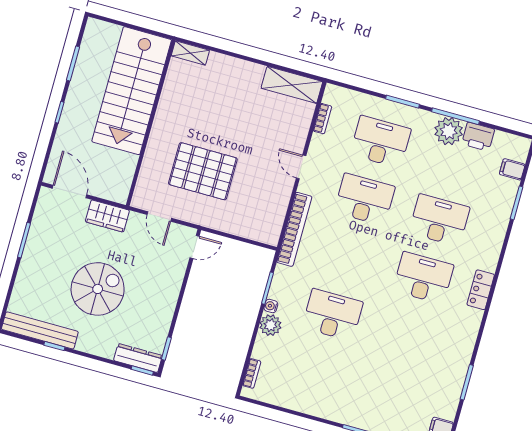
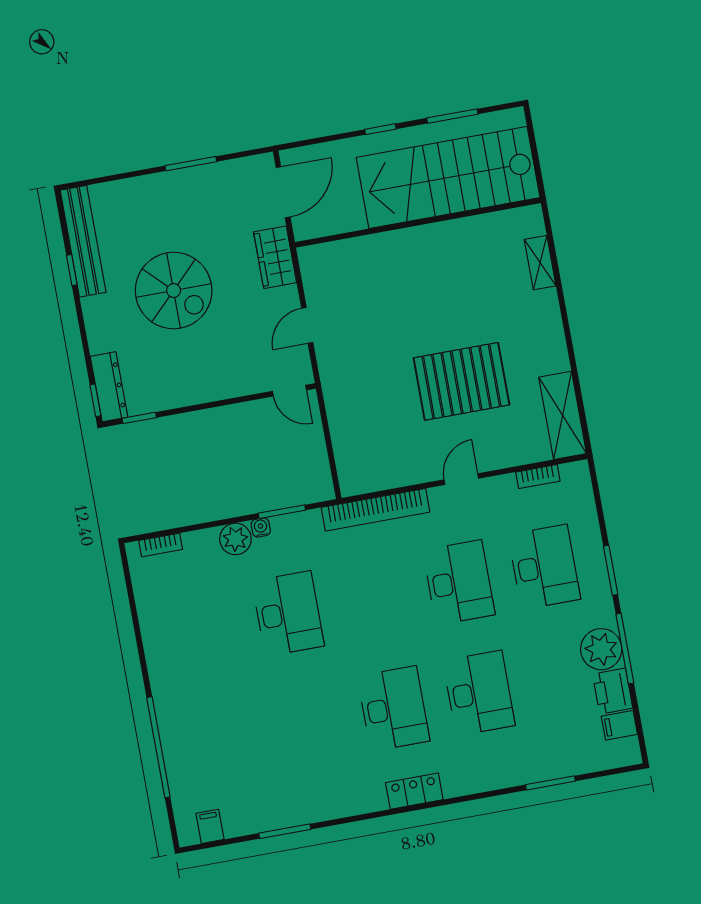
stairs: (132, 91) -> (448, 177), moved
wall: (151, 123) -> (418, 223), moved
filing cabinet: (512, 169) -> (619, 725), moved, turned -90
pallet: (203, 171) -> (461, 381), moved, turned 90

